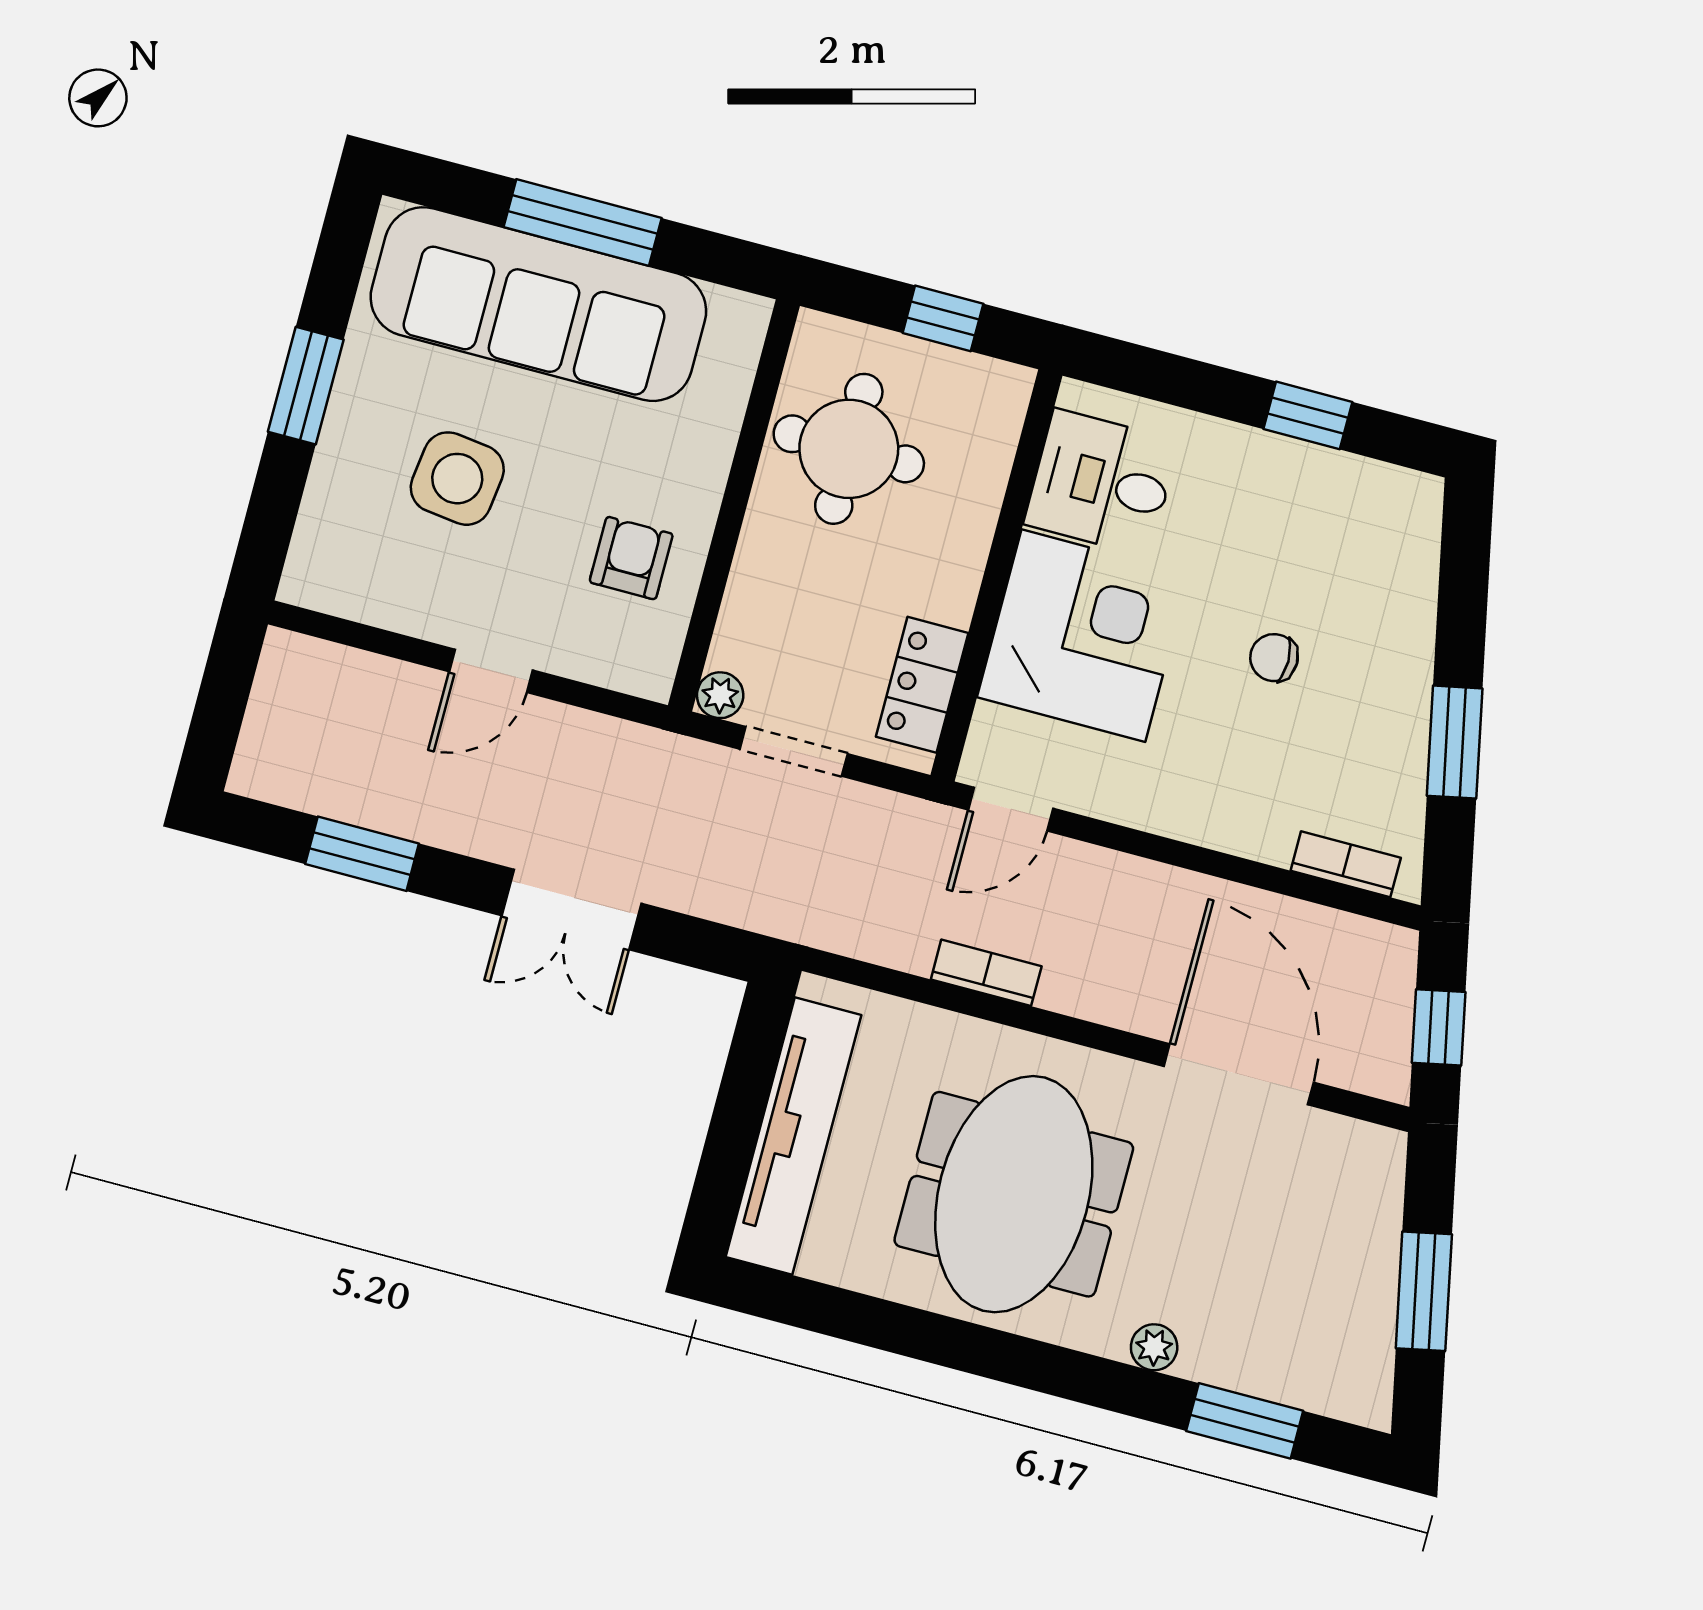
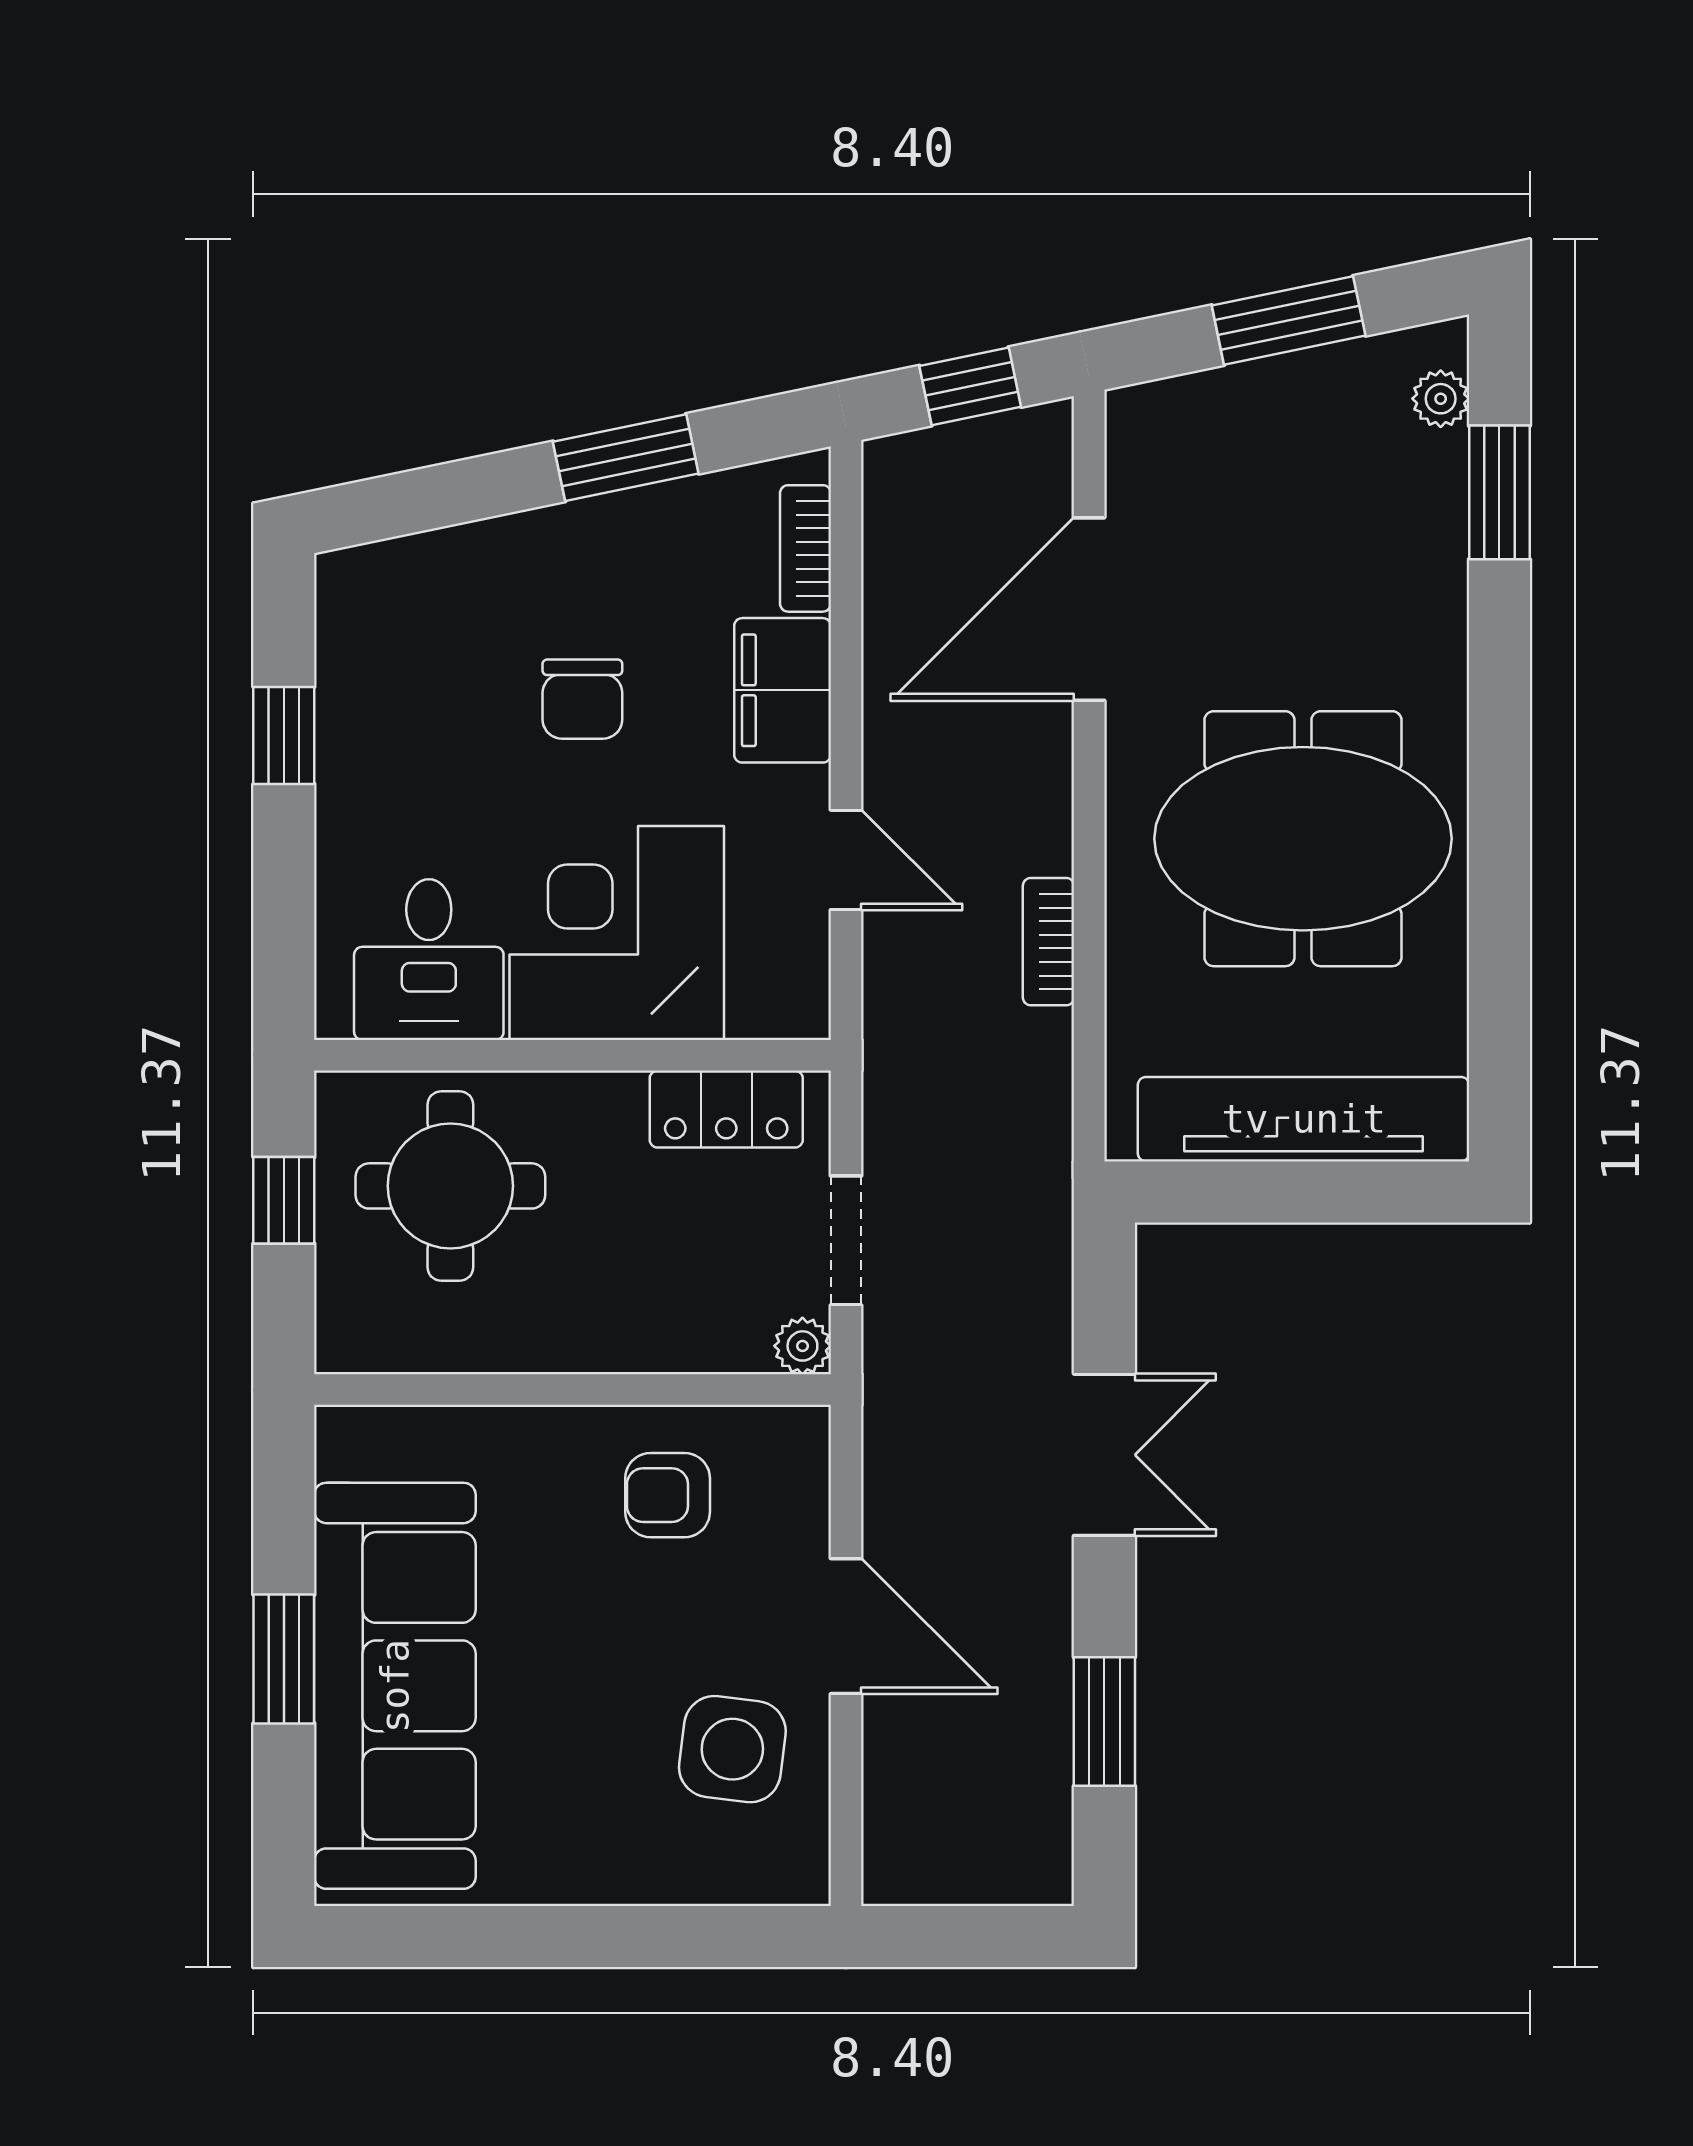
window: (583, 222) -> (284, 1659), width x0.69
window: (306, 386) -> (565, 1937), removed
round table: (849, 449) -> (450, 1186), moved
side table: (457, 479) -> (732, 1749), moved
chair: (1274, 658) -> (582, 699), width x1.37, depth x1.37
door: (491, 671) -> (846, 1626), width x1.38
door: (1011, 809) -> (846, 860), moved
filing cabinet: (1239, 817) -> (783, 690), added
plant: (1154, 1347) -> (1441, 399), moved

